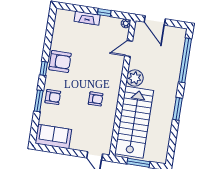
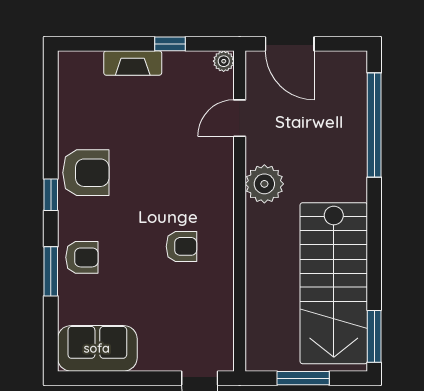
window: (178, 109) -> (374, 336), moved
stairs: (134, 122) -> (334, 283), moved, turned 180

